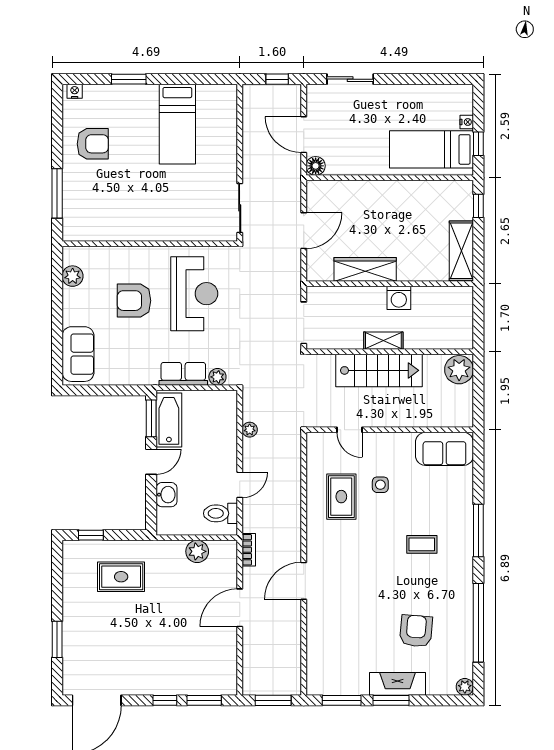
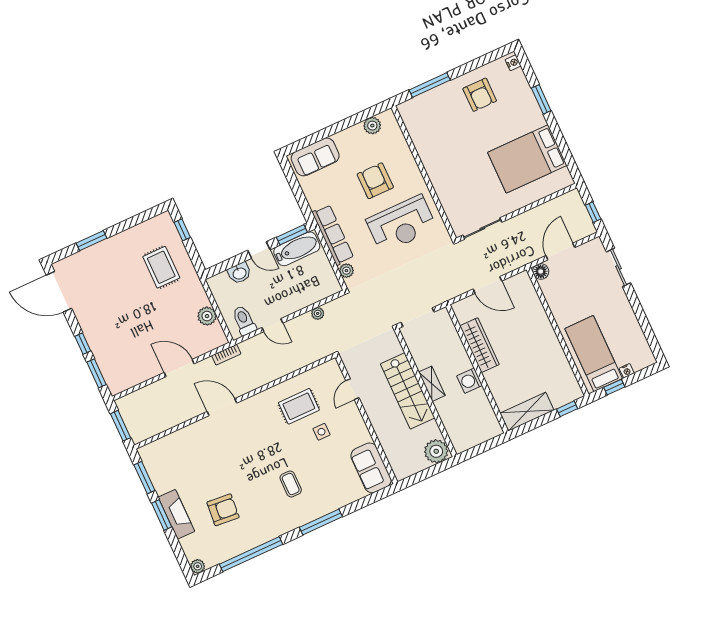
bed: (177, 124) -> (527, 159), width x1.50
row of seats: (183, 374) -> (333, 235), width x1.48

